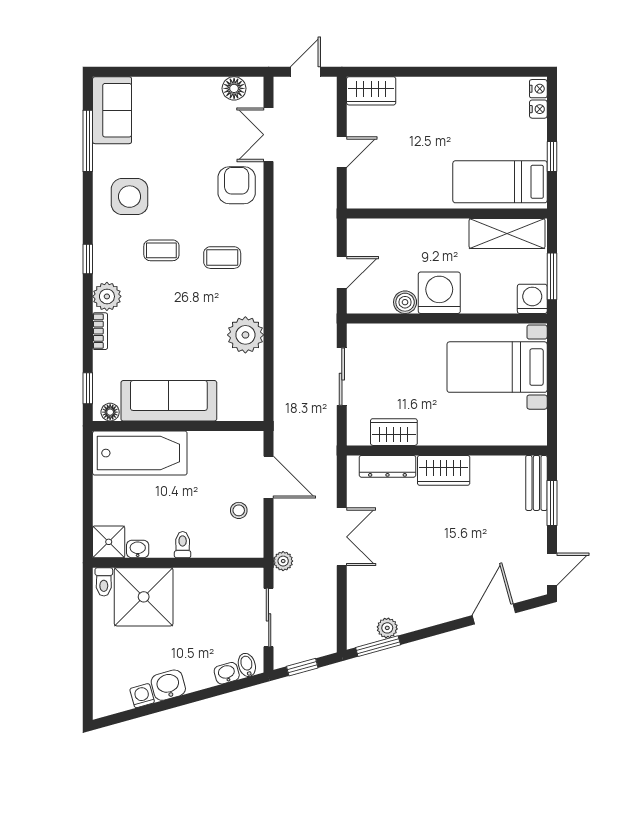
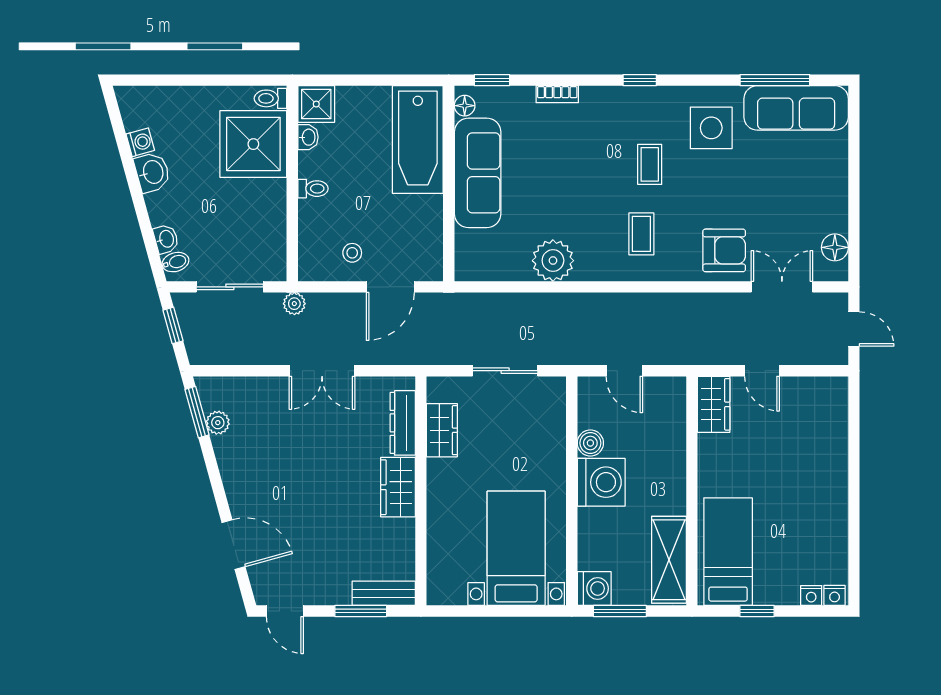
wardrobe: (371, 91) -> (714, 404), moved, turned 180
sofa: (112, 110) -> (796, 108), width x1.36
plant: (107, 296) -> (597, 102), removed

